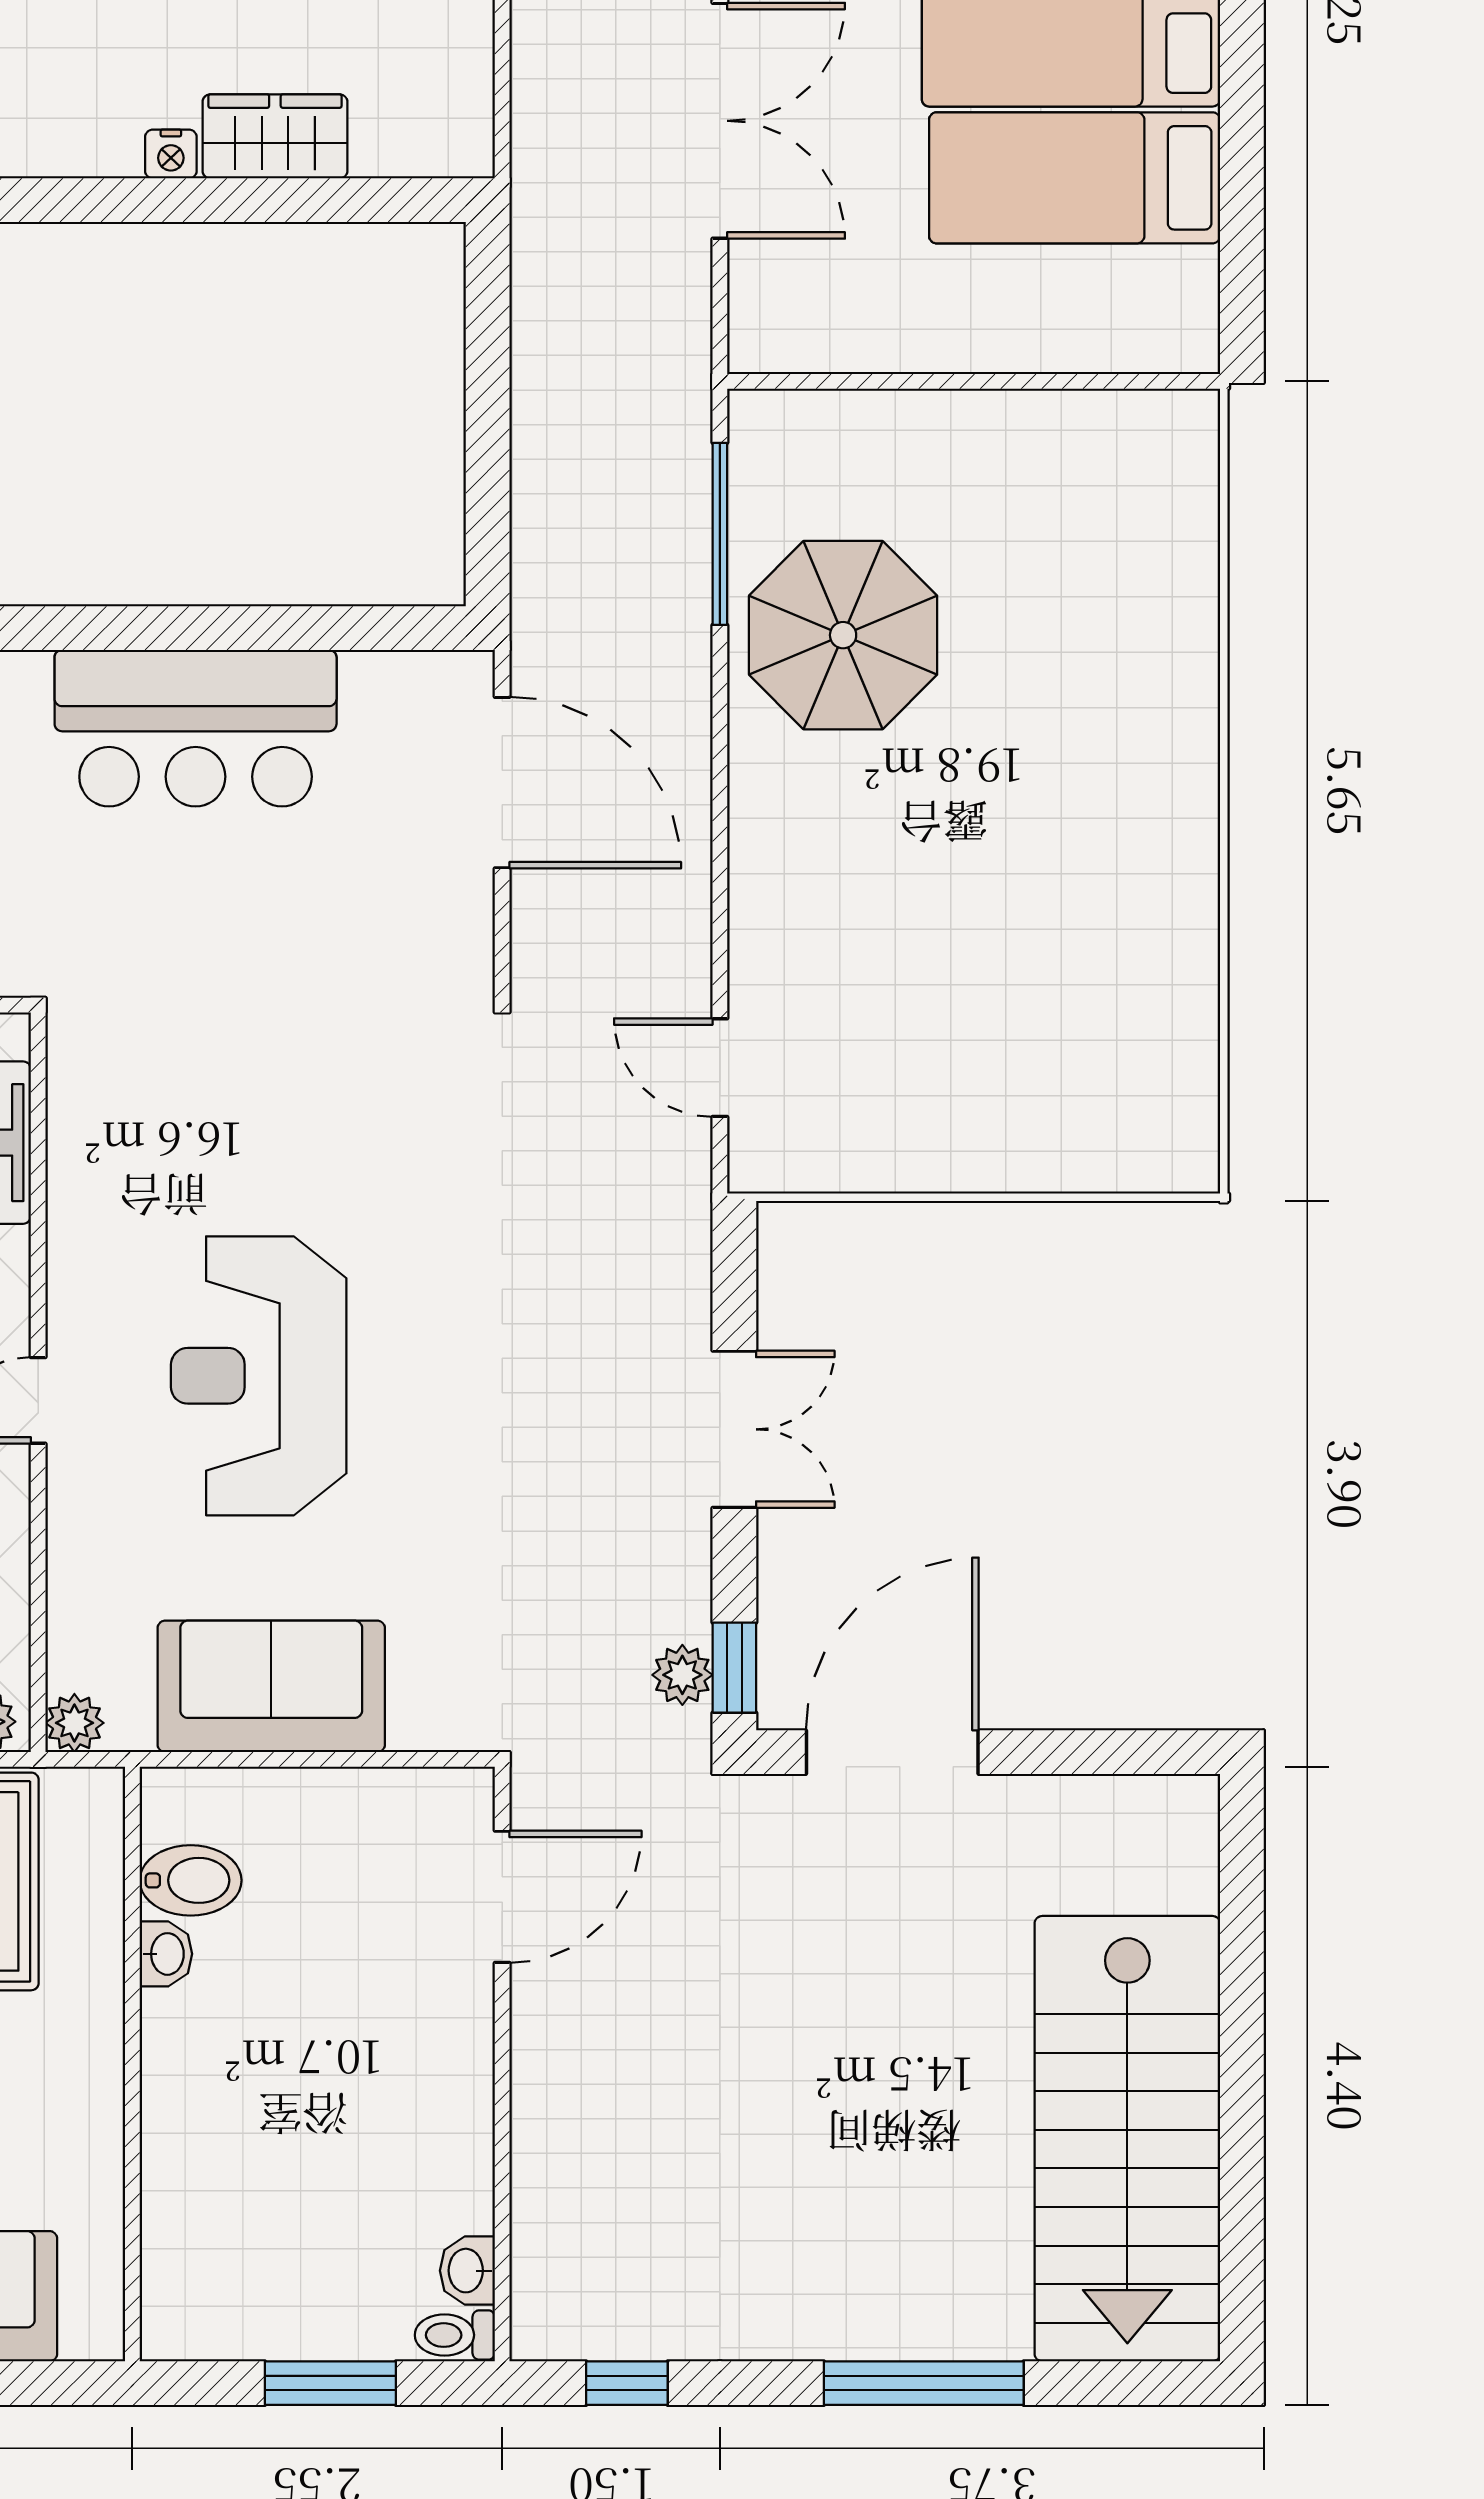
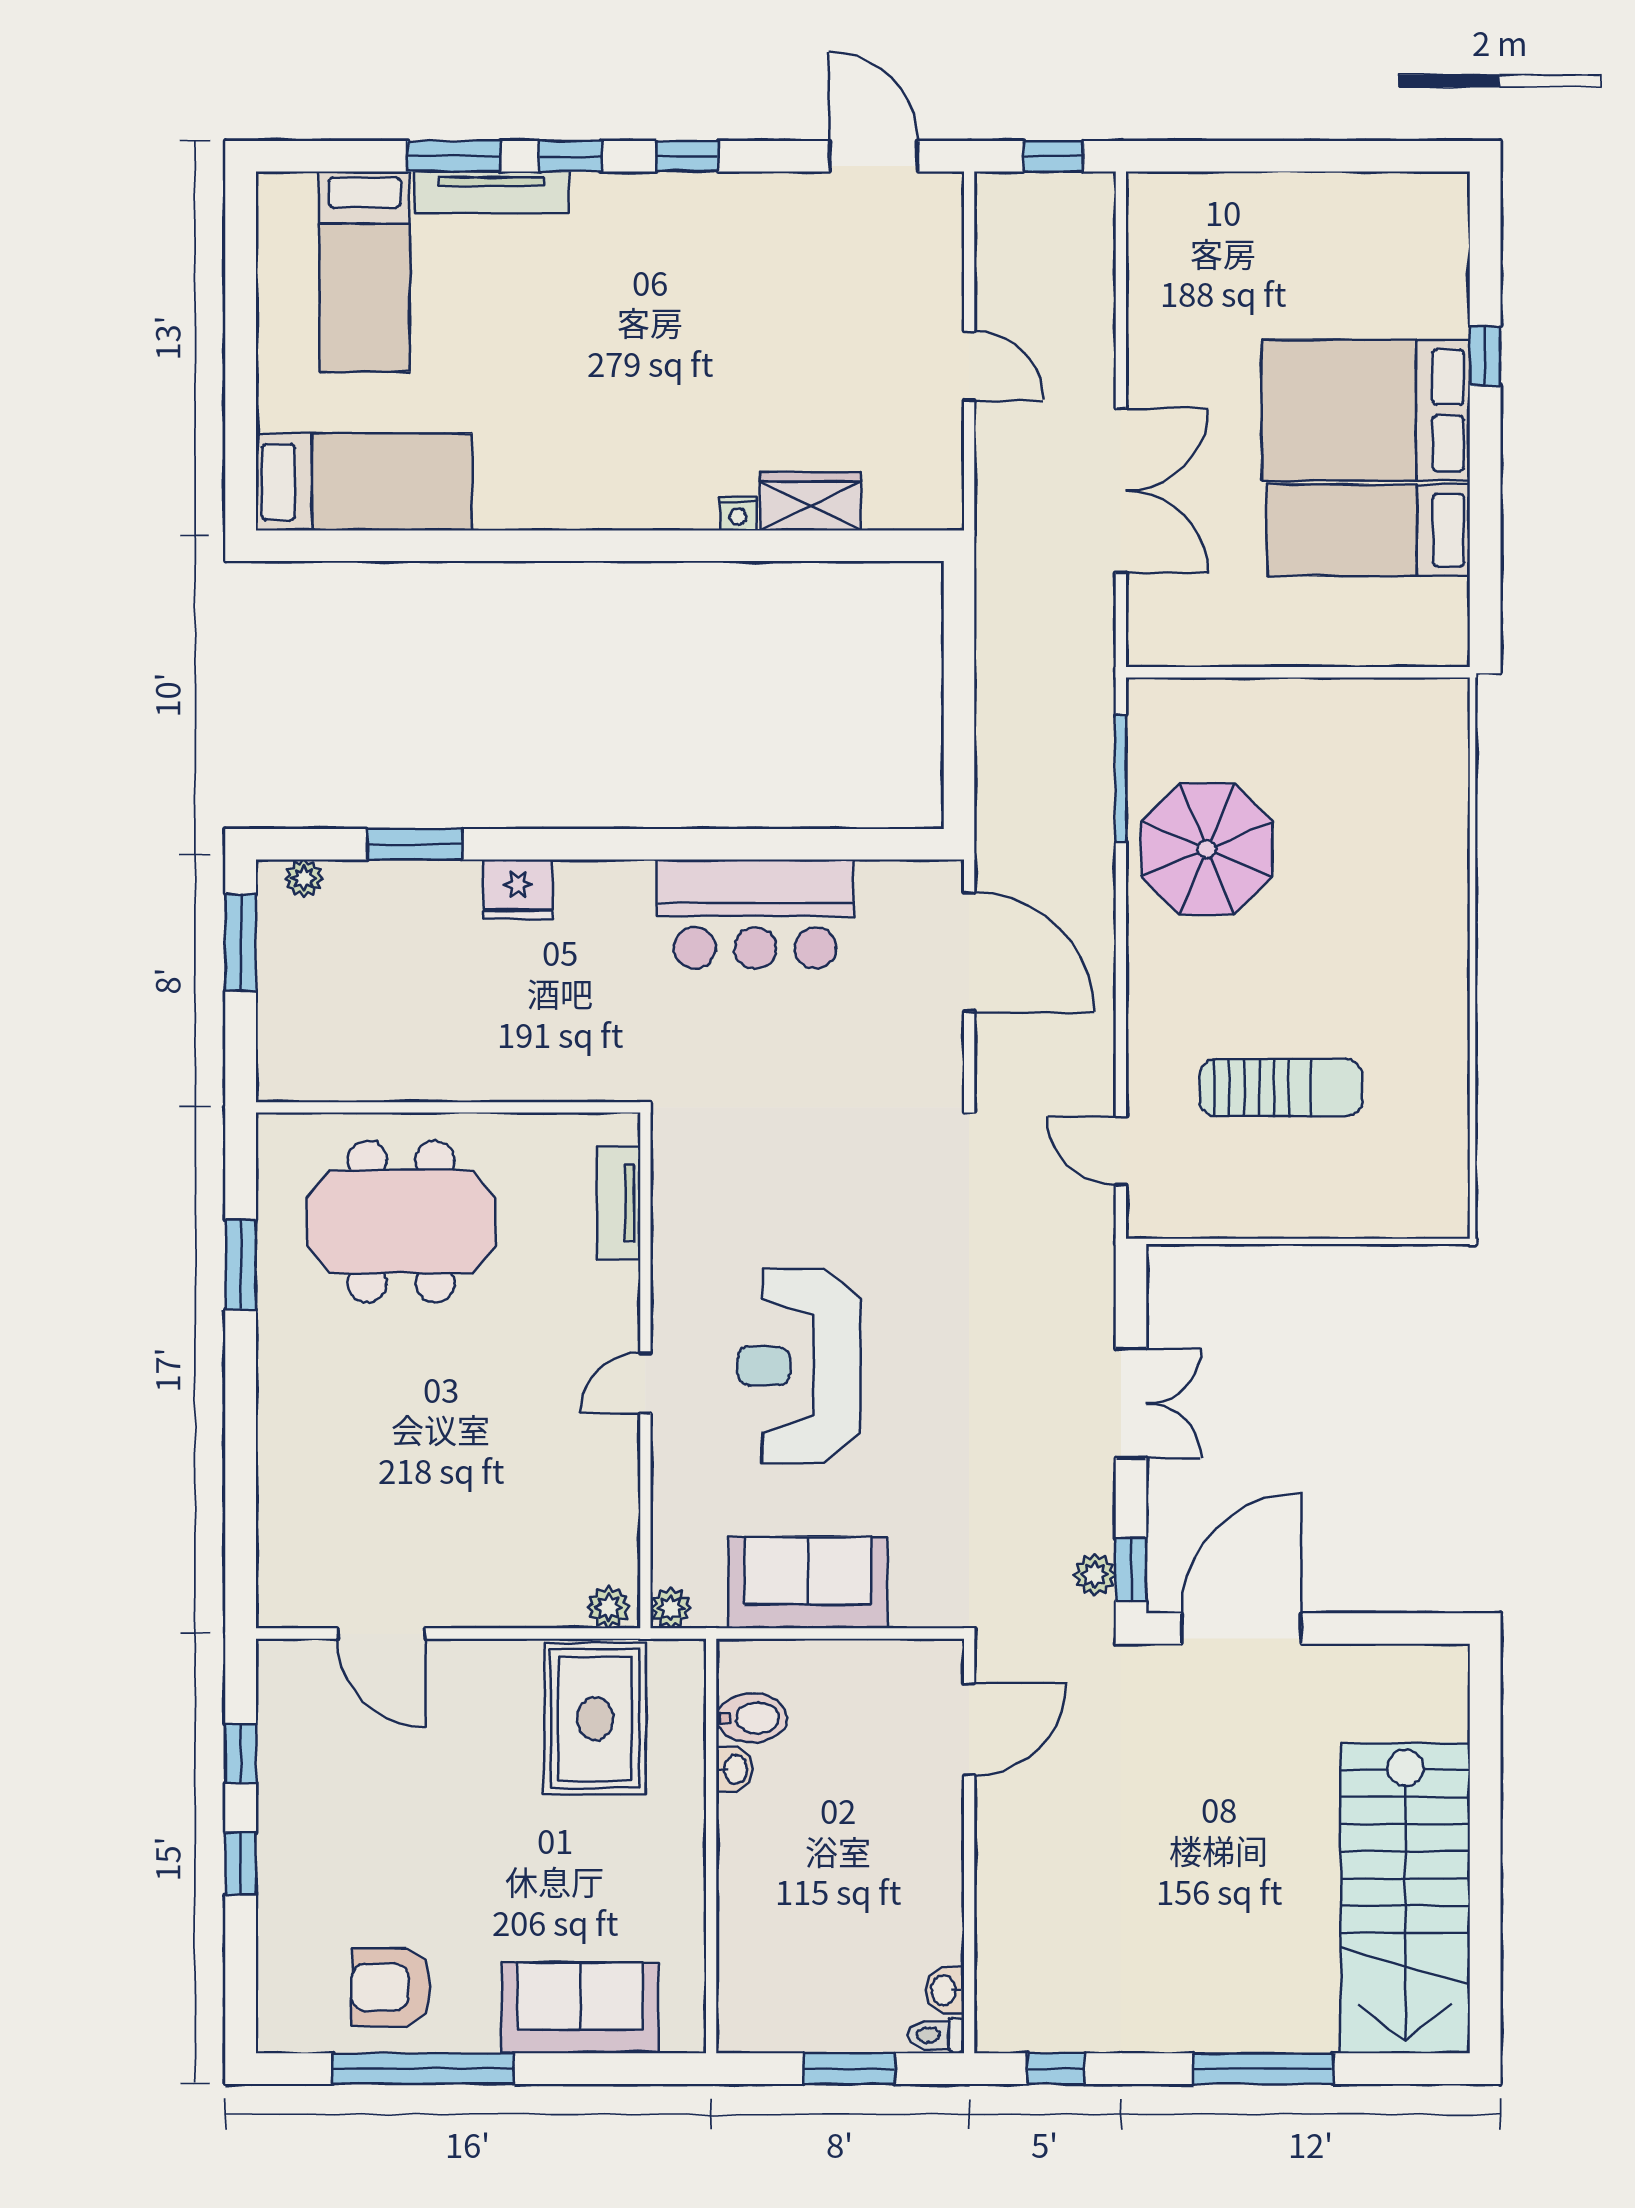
sun lounger: (949, 977) -> (1281, 1088), added

